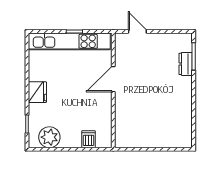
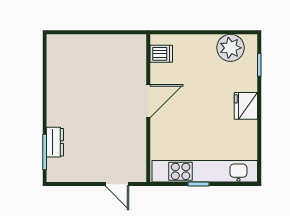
door: (113, 79) -> (148, 101), moved
dishwasher: (89, 139) -> (161, 54), moved, turned -90

